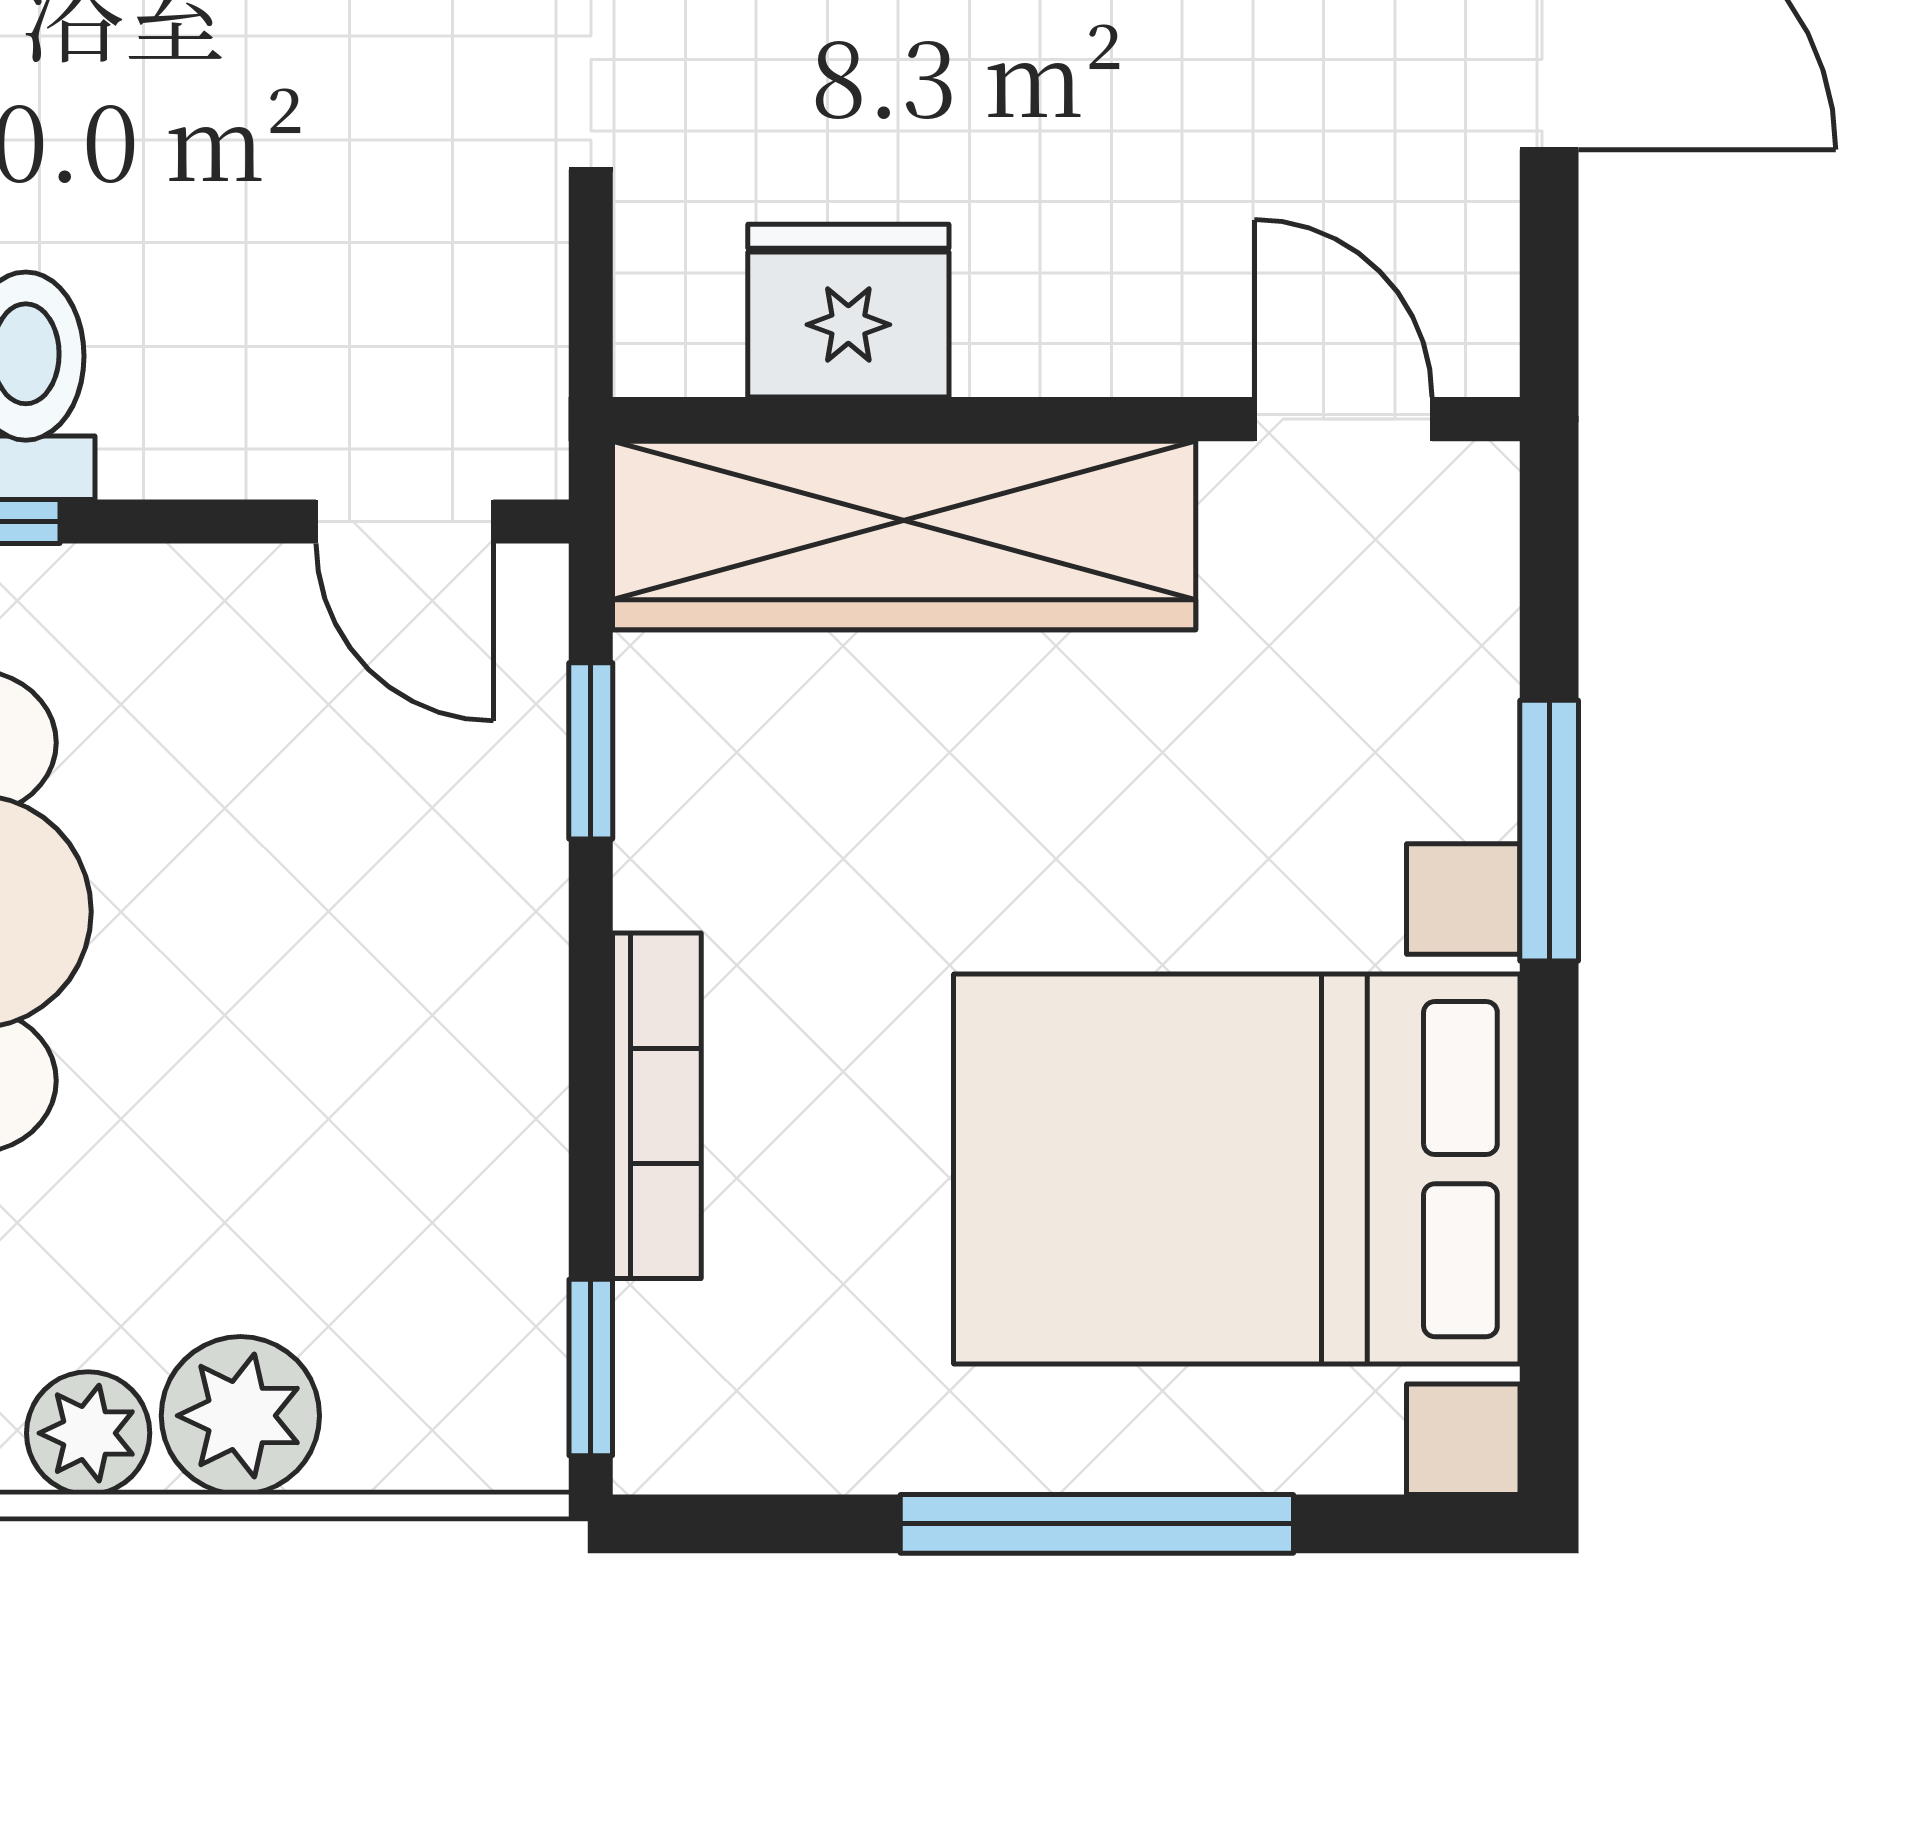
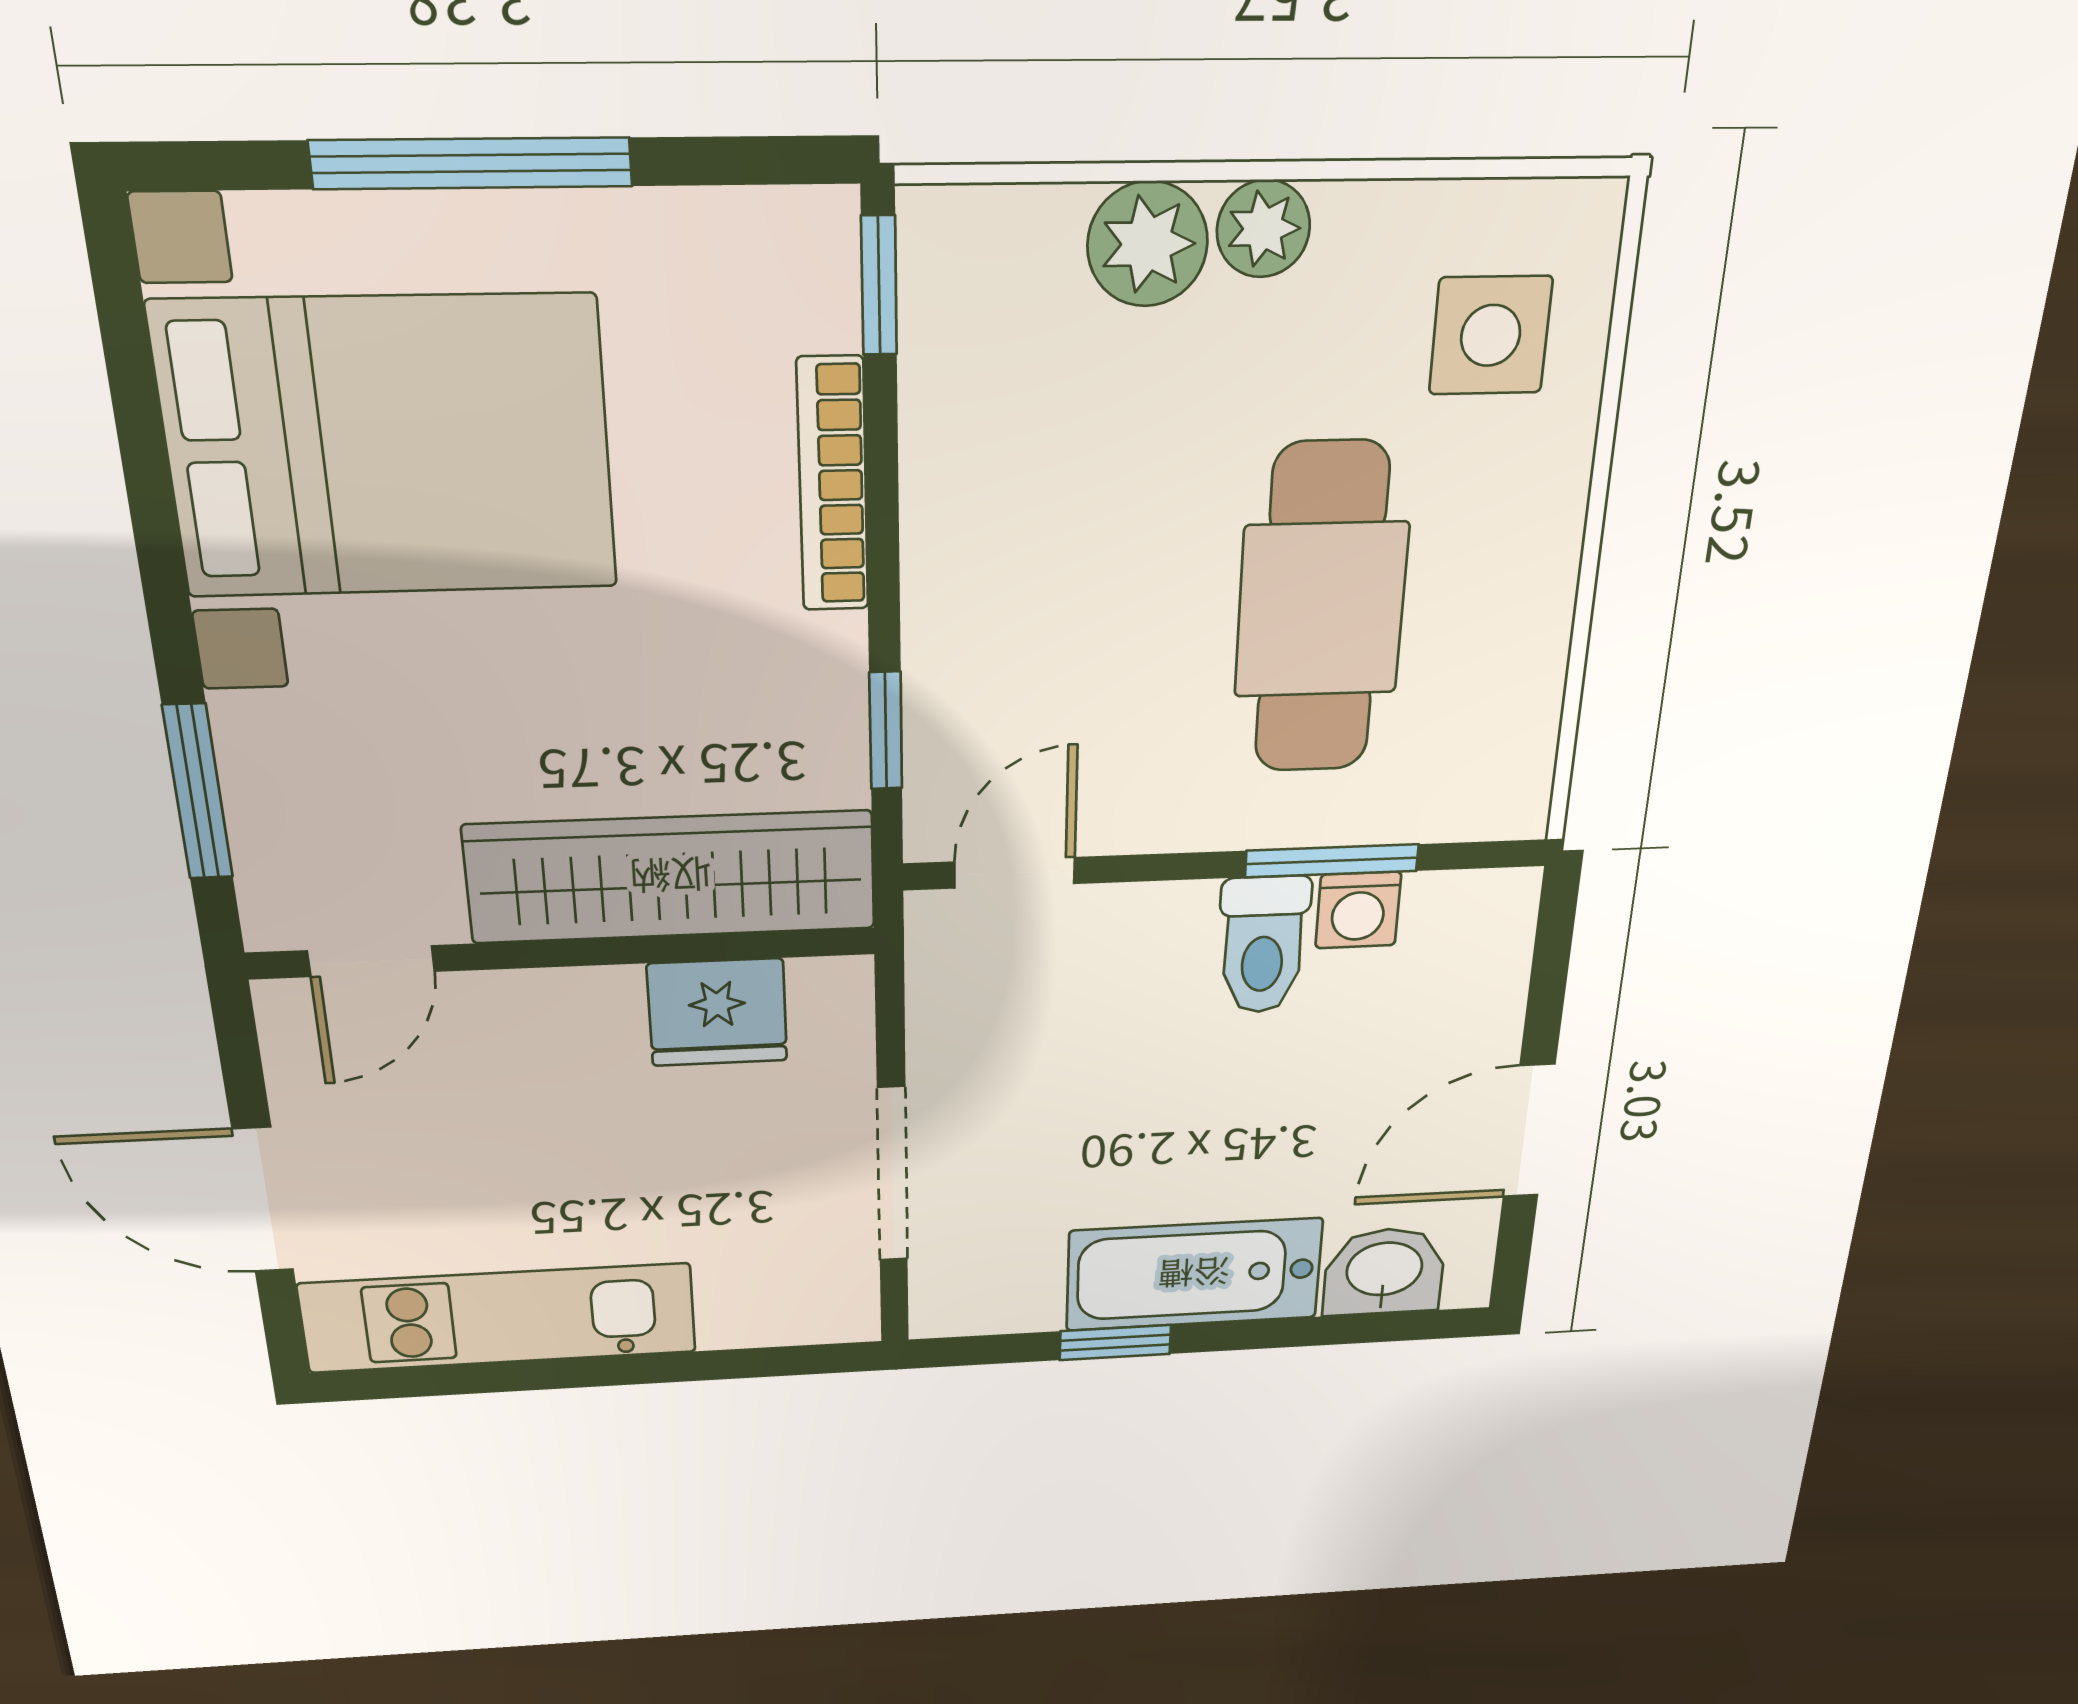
door: (1343, 419) -> (371, 961), hinge flipped
door: (405, 522) -> (1015, 873), hinge flipped
window: (1549, 831) -> (198, 792), moved

